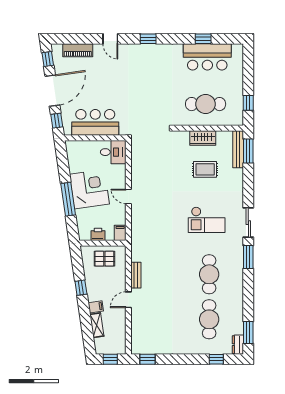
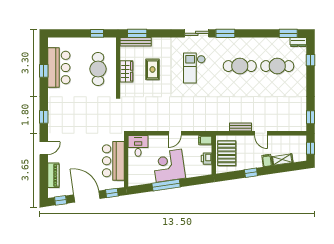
window: (68, 199) -> (166, 185), moved
checkout: (207, 220) -> (194, 68), turned 180
pallet: (104, 259) -> (227, 153), width x1.50, depth x1.42

